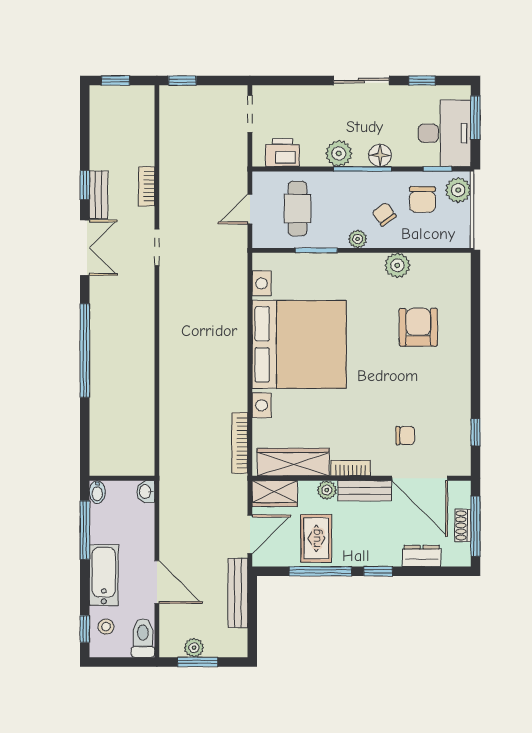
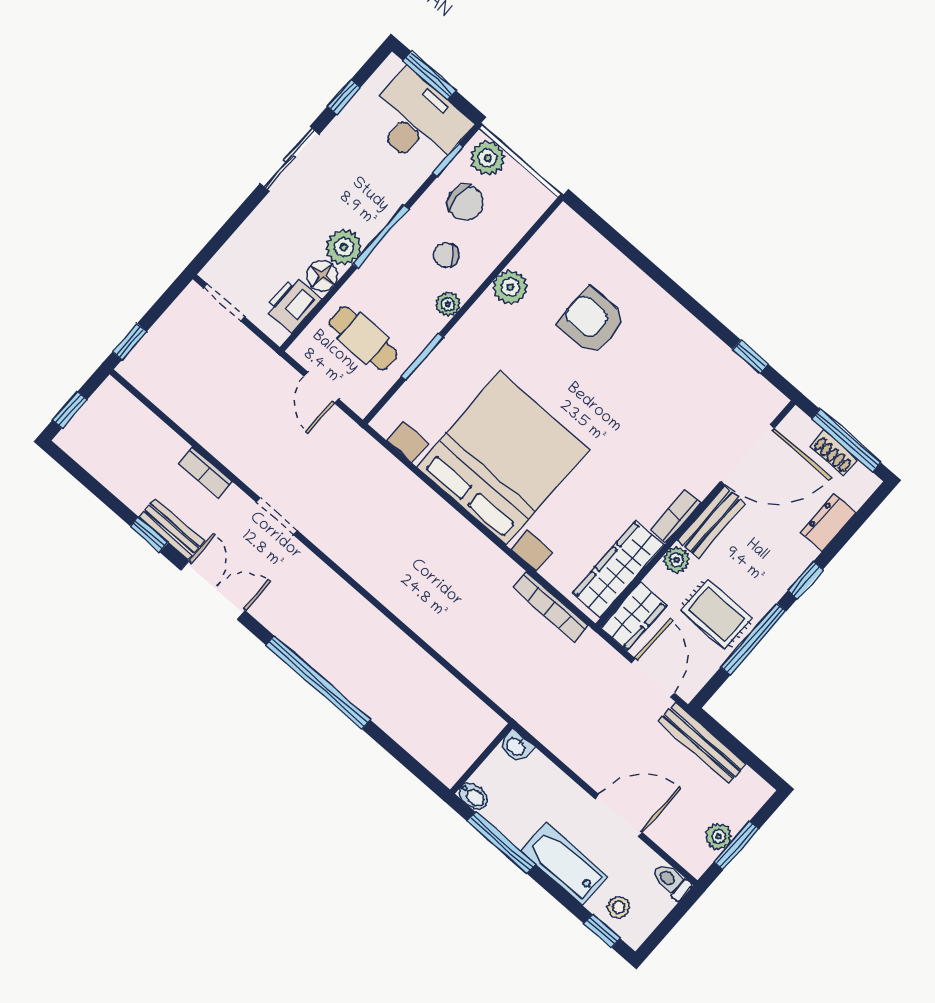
floor lamp: (380, 155) -> (322, 276), moved
chair: (405, 436) -> (691, 431), removed
toilet: (143, 638) -> (671, 881), width x0.73, depth x0.72

